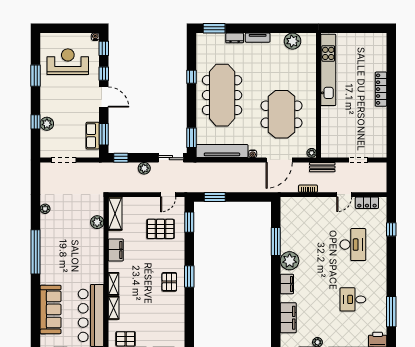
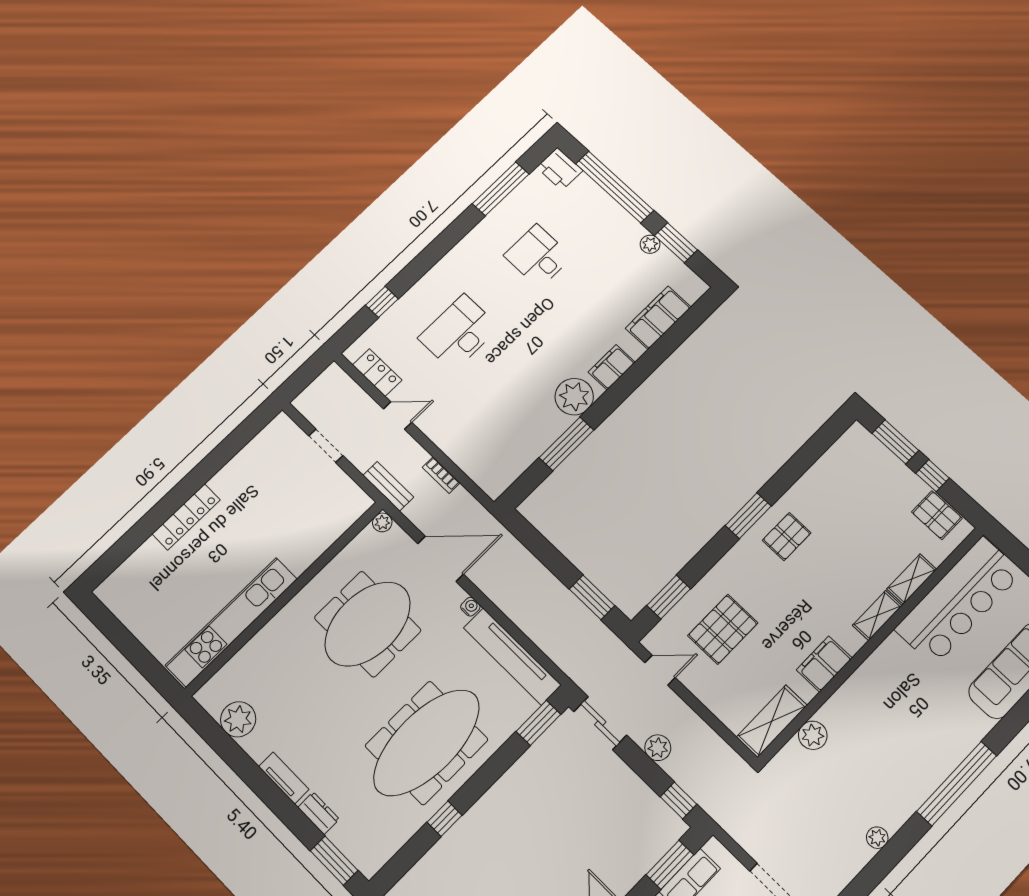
pallet: (161, 229) -> (723, 629), turned 90
desk: (353, 299) -> (538, 256), turned 180

